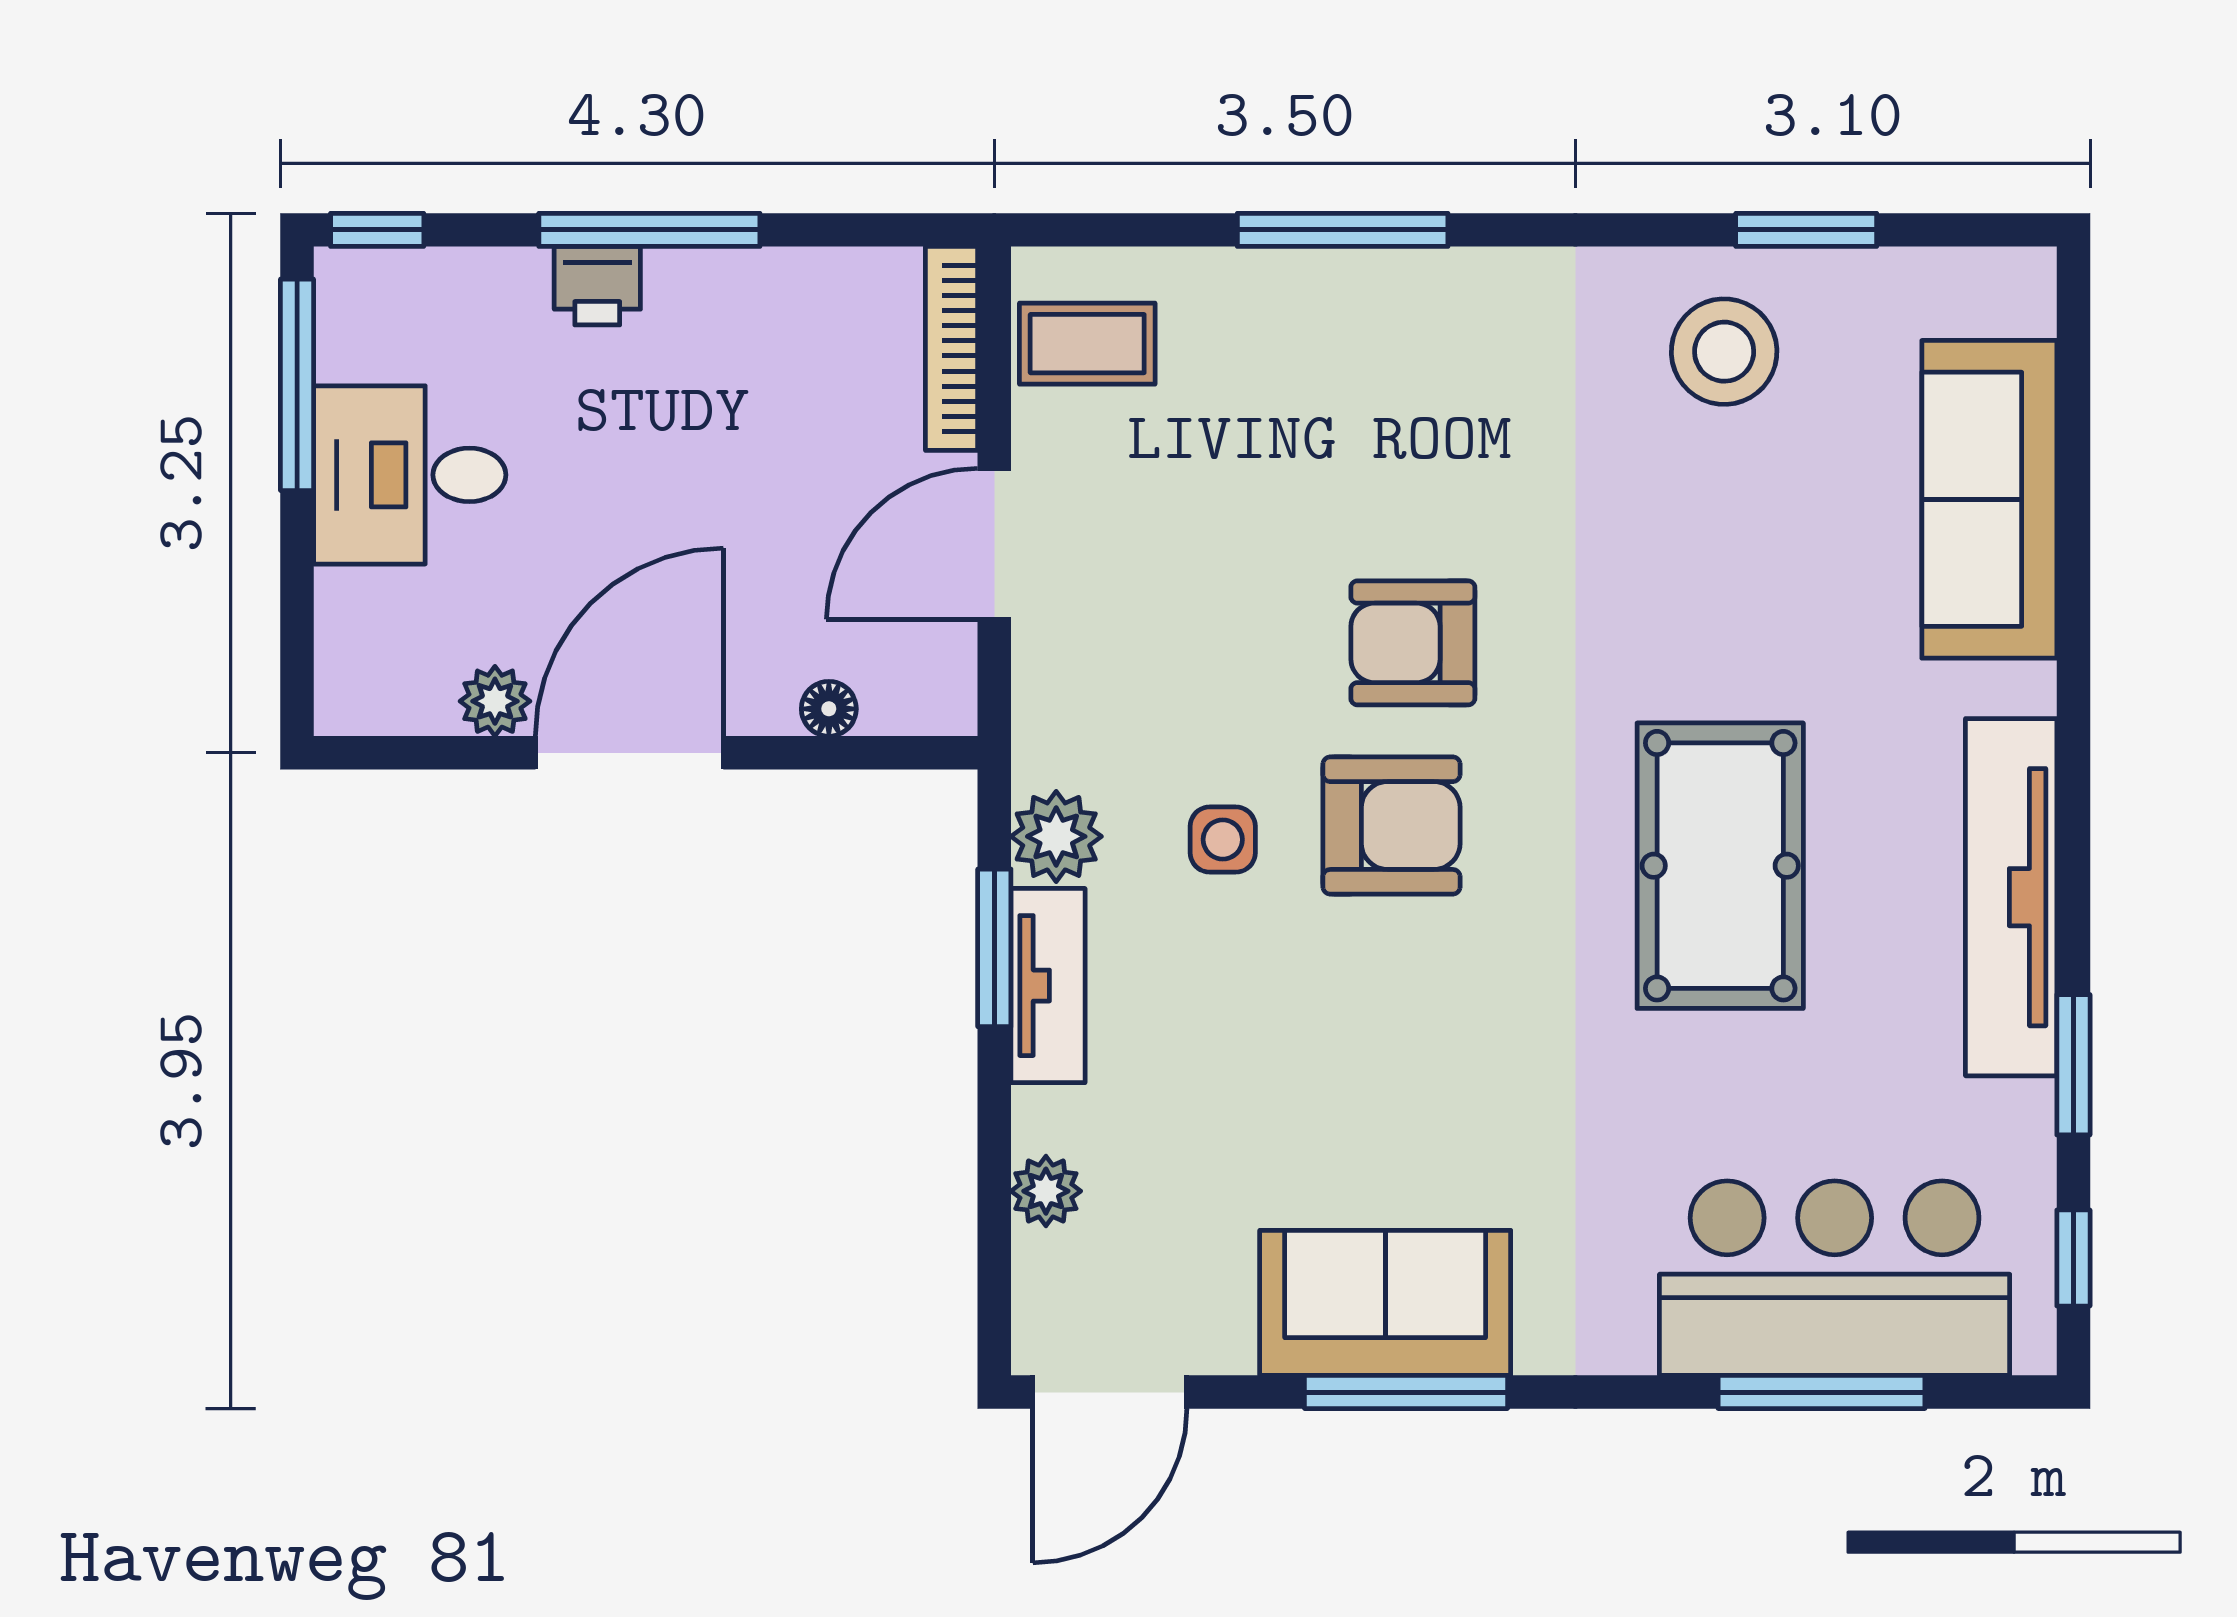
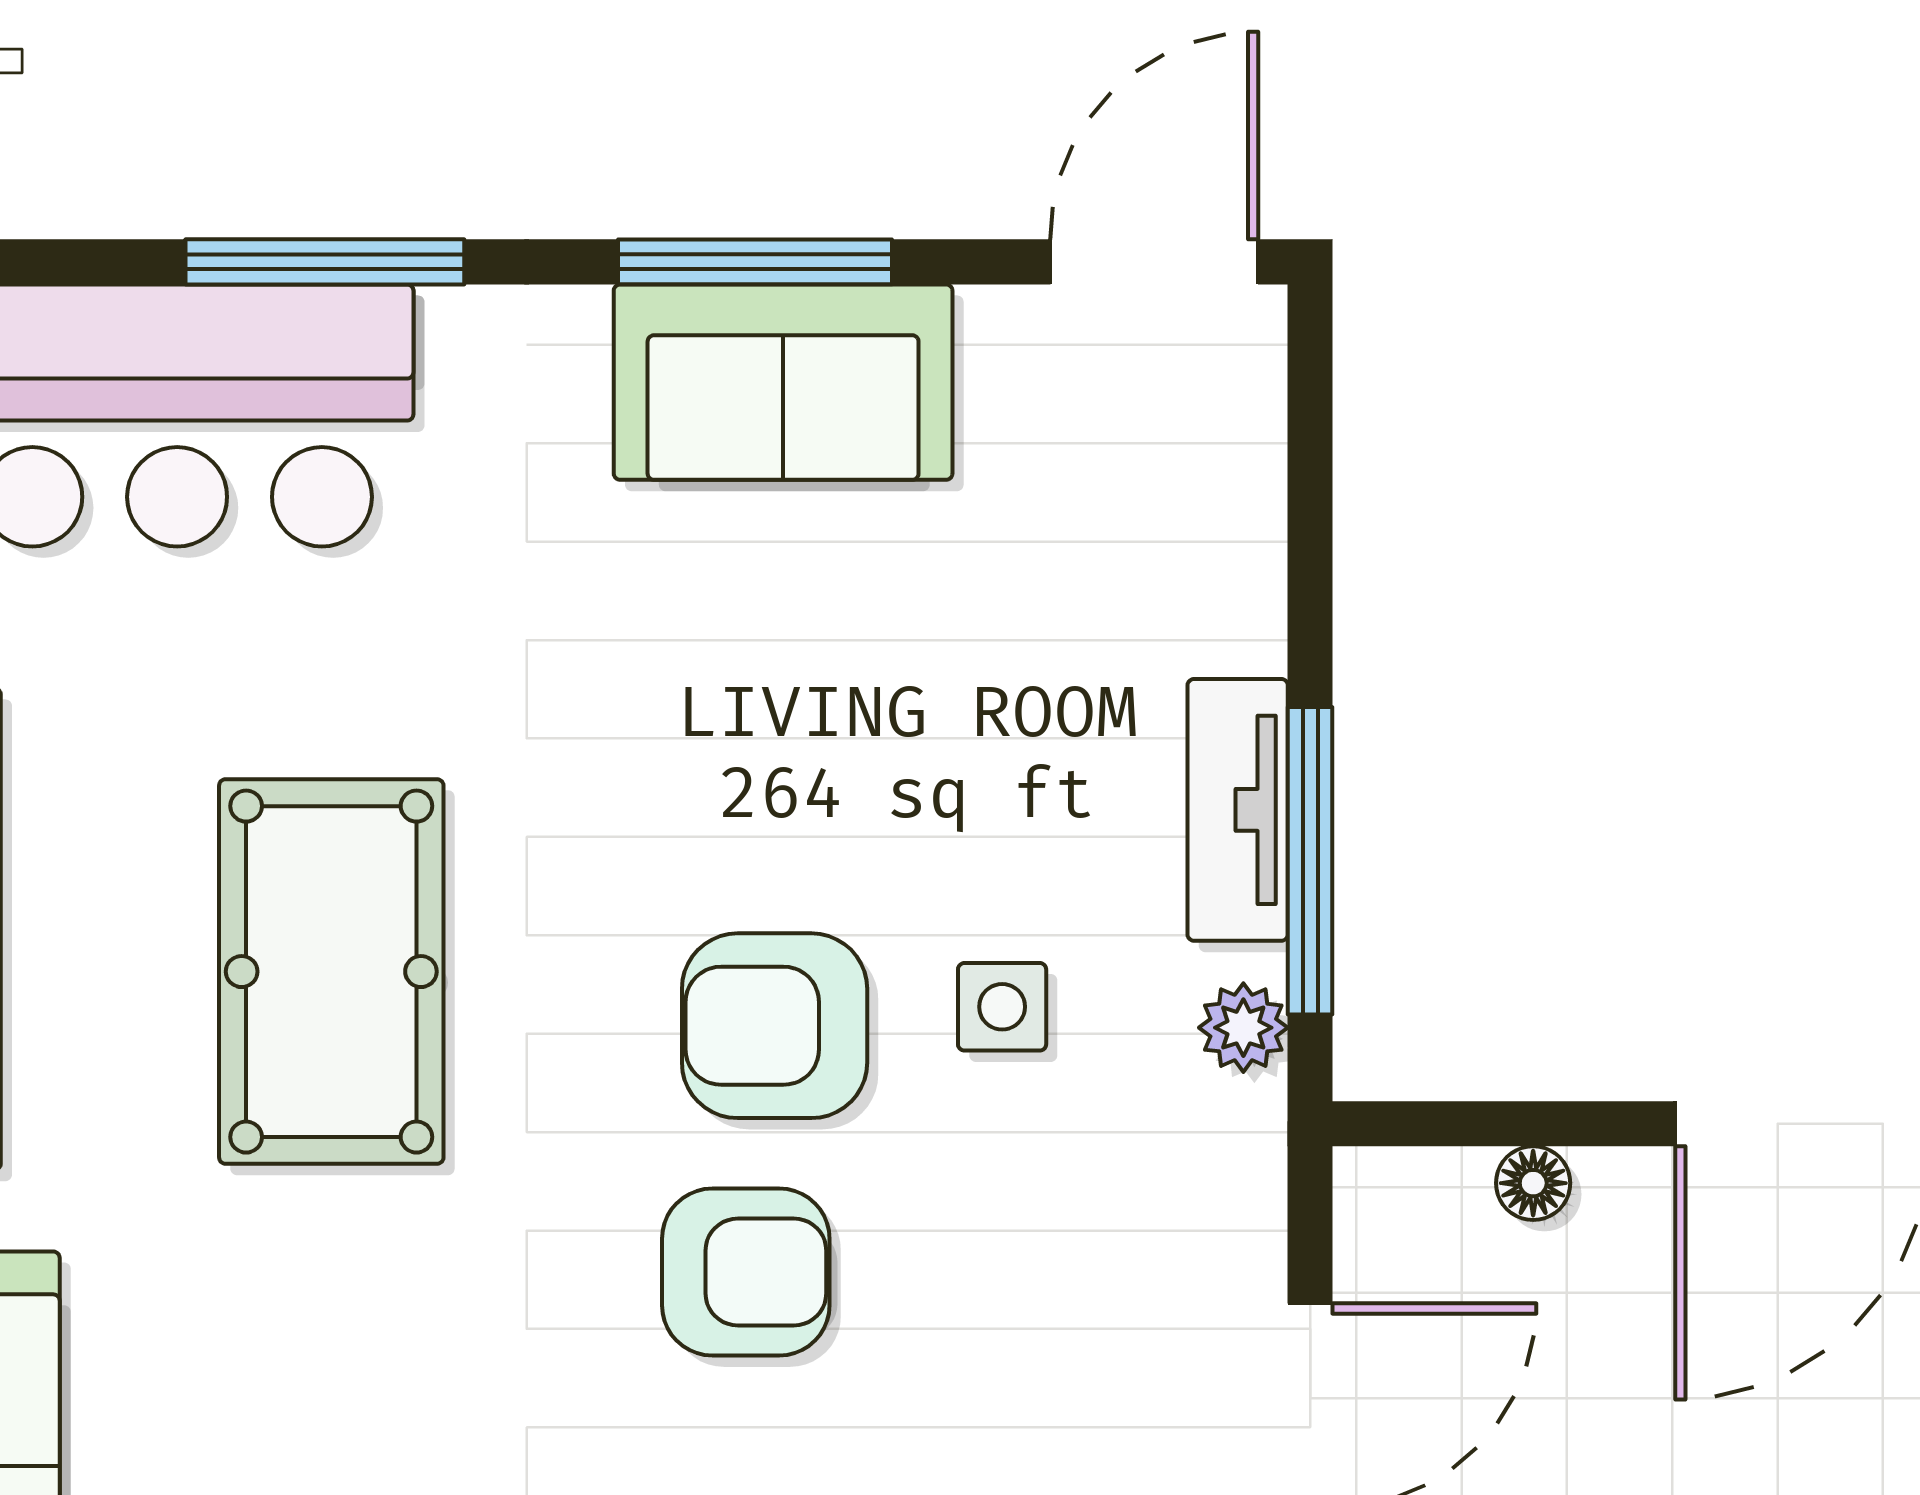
plant: (1056, 836) -> (1243, 1028), width x0.73, depth x0.73
window: (994, 948) -> (1310, 861), width x1.44
plant: (1046, 1191) -> (1241, 533), removed
window: (1822, 1392) -> (325, 262), moved

